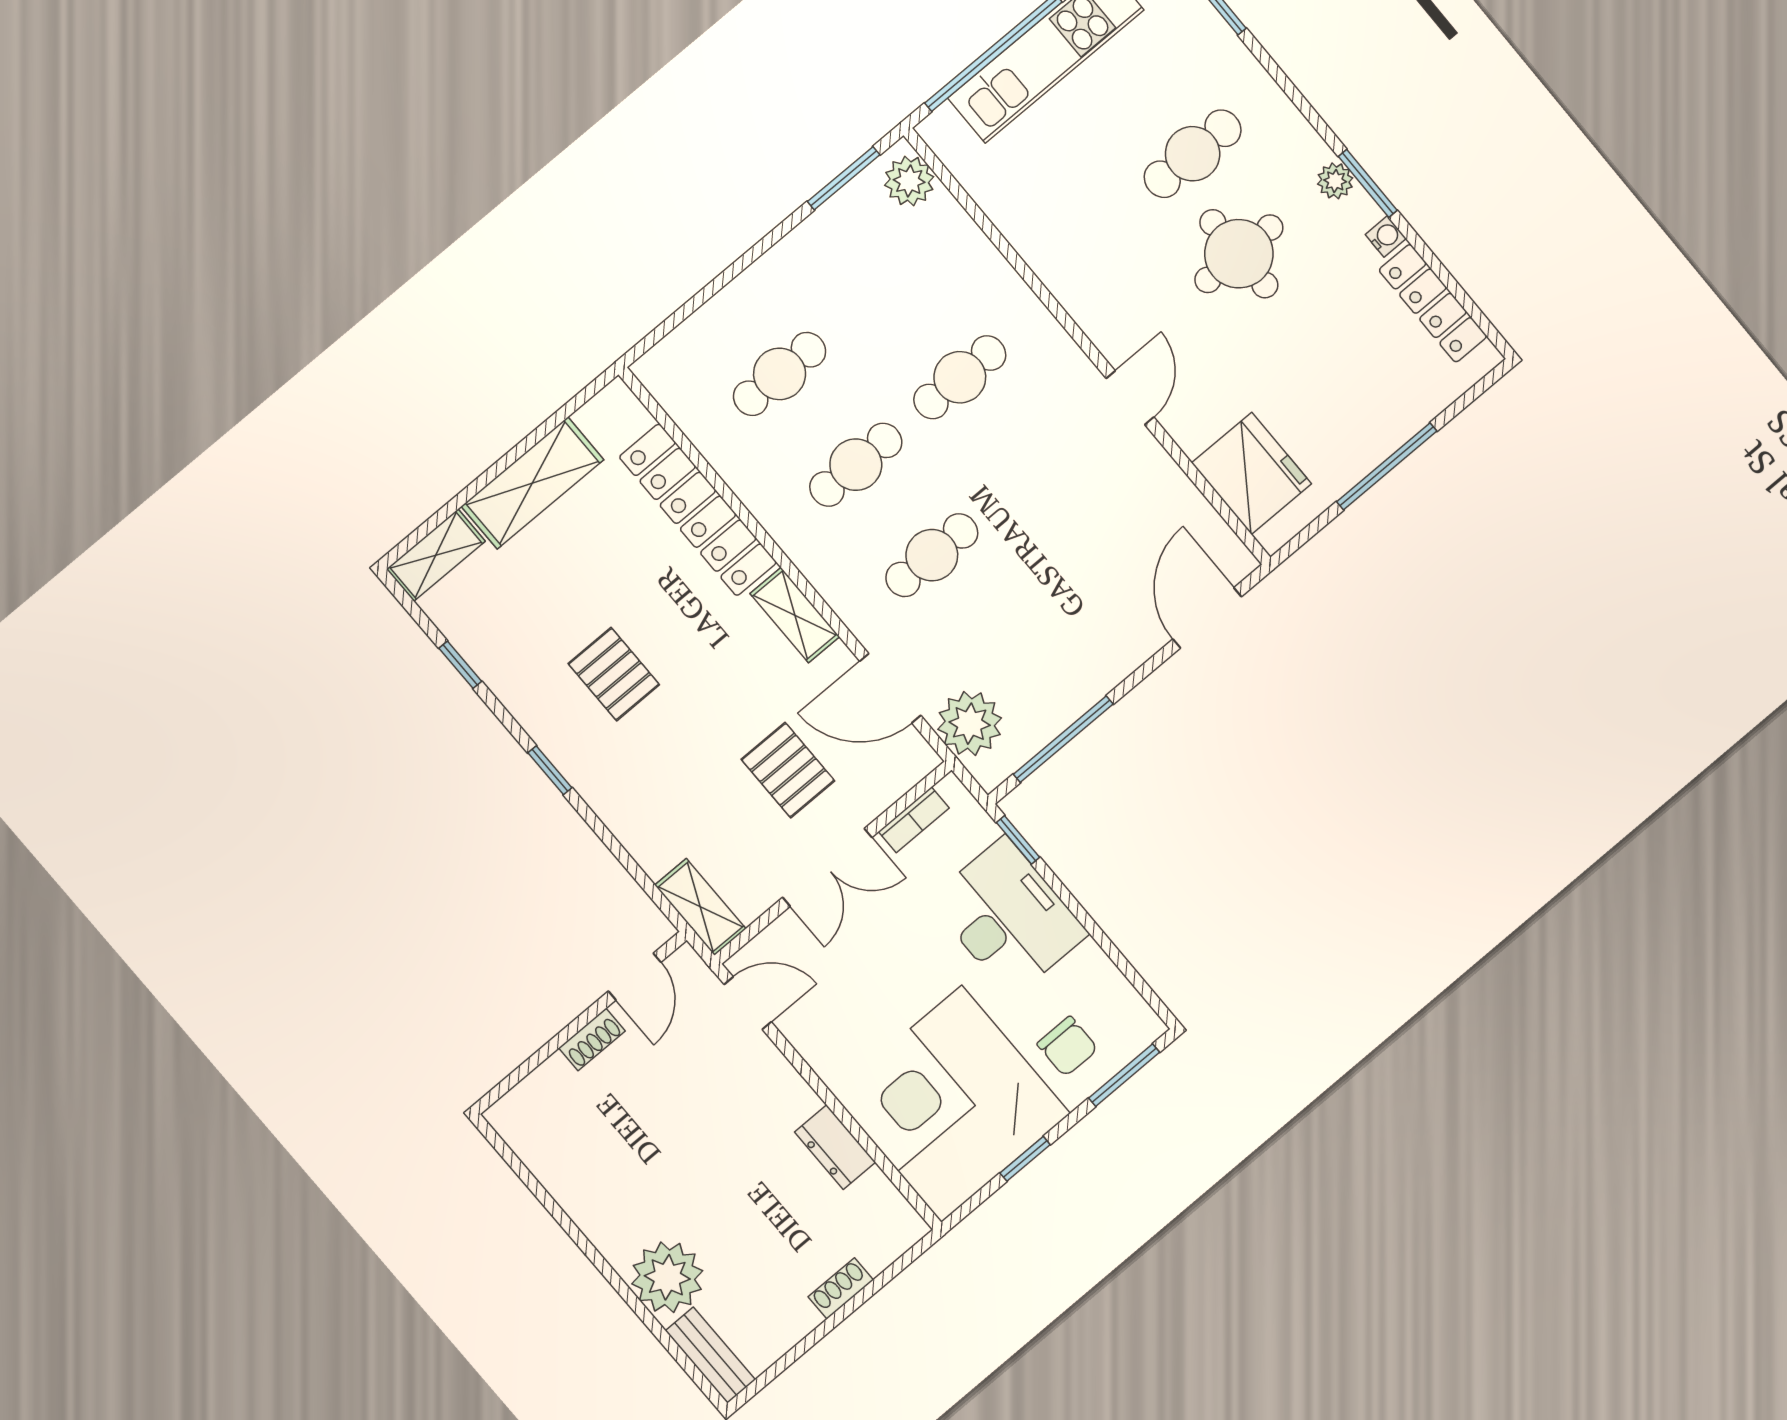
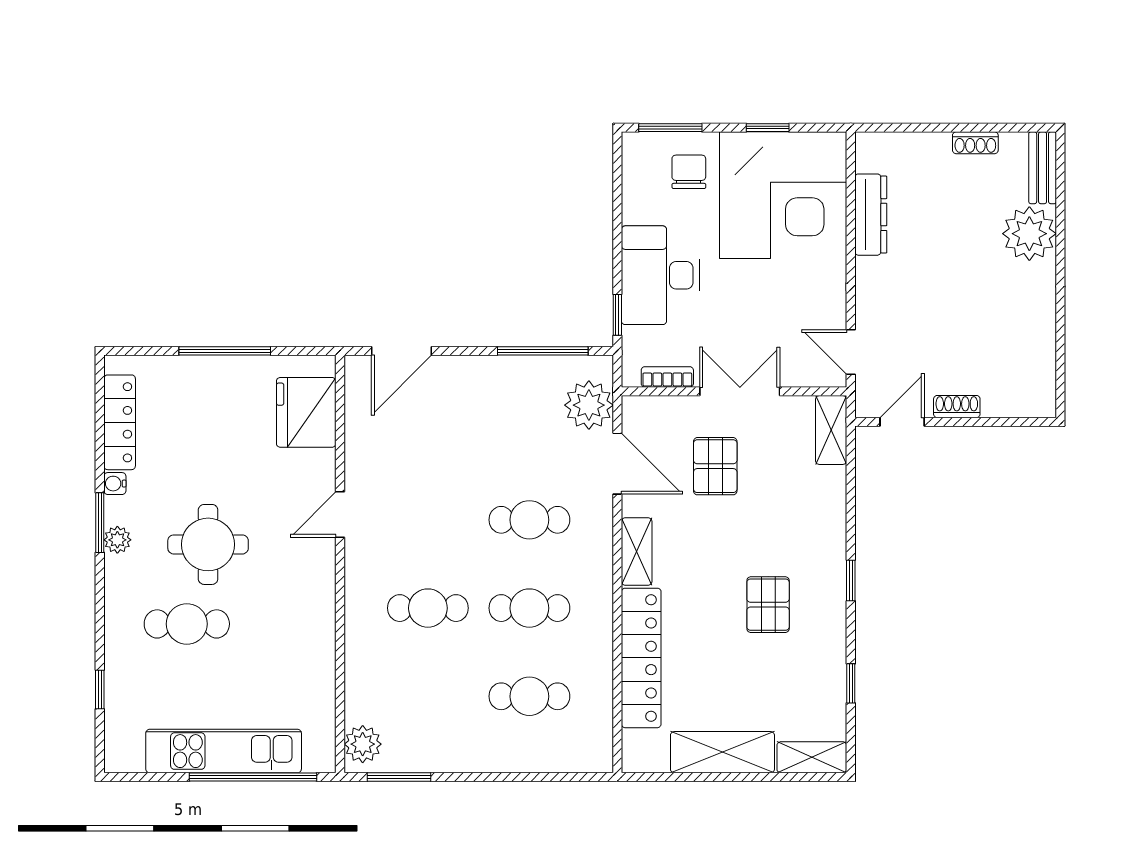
dresser: (835, 1147) -> (871, 215), width x1.44
shoe rack: (841, 1288) -> (975, 143), moved

